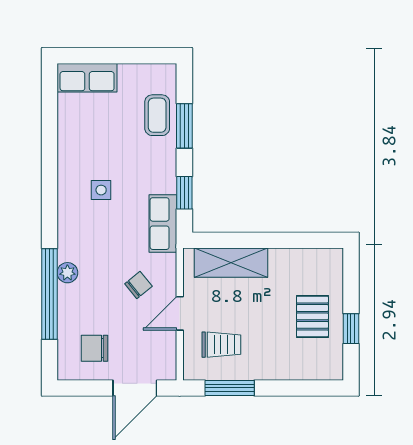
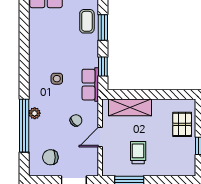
side table: (101, 190) -> (57, 79), moved
pallet: (312, 316) -> (182, 124), moved
trolley: (221, 345) -> (138, 153), moved, turned -90

